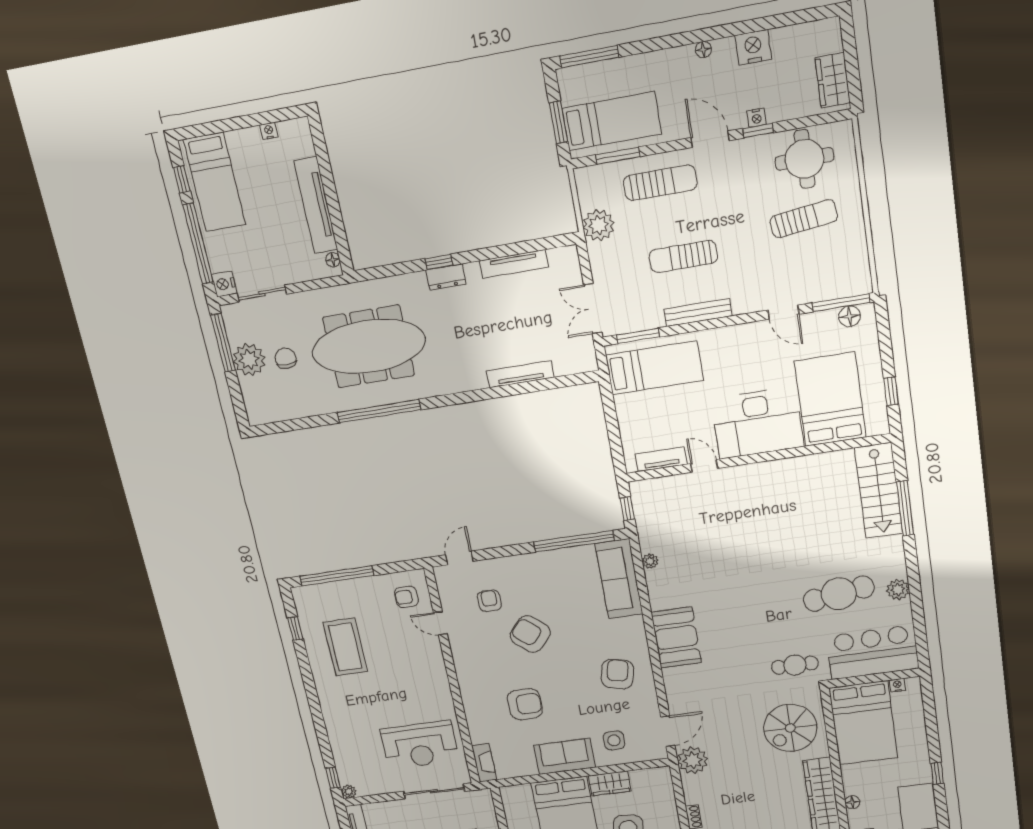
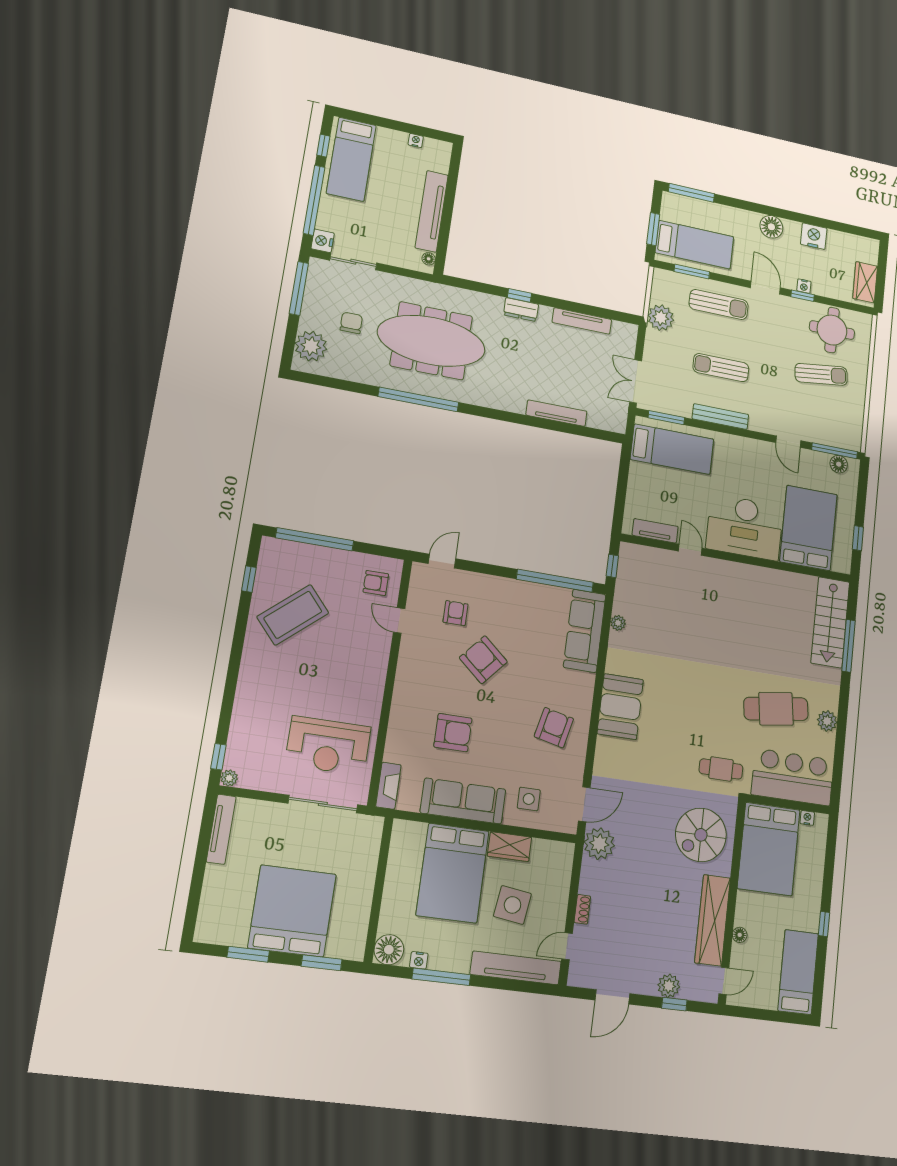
floor lamp: (703, 50) -> (771, 227), width x1.89, depth x1.89
plant: (249, 360) -> (311, 346), moved
coffee table: (345, 647) -> (293, 615), turned 49
sofa: (565, 756) -> (463, 801), width x1.36

